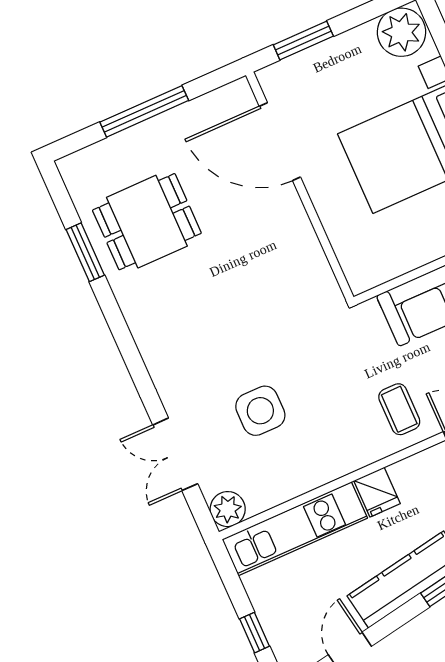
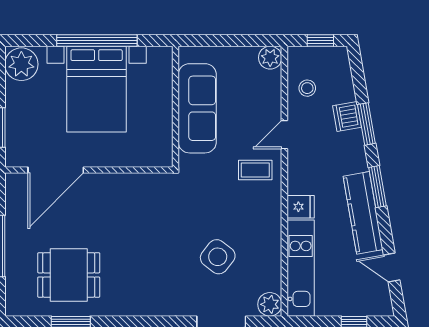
dining table: (147, 222) -> (69, 275), turned 90
side table: (260, 411) -> (218, 257), turned 38

